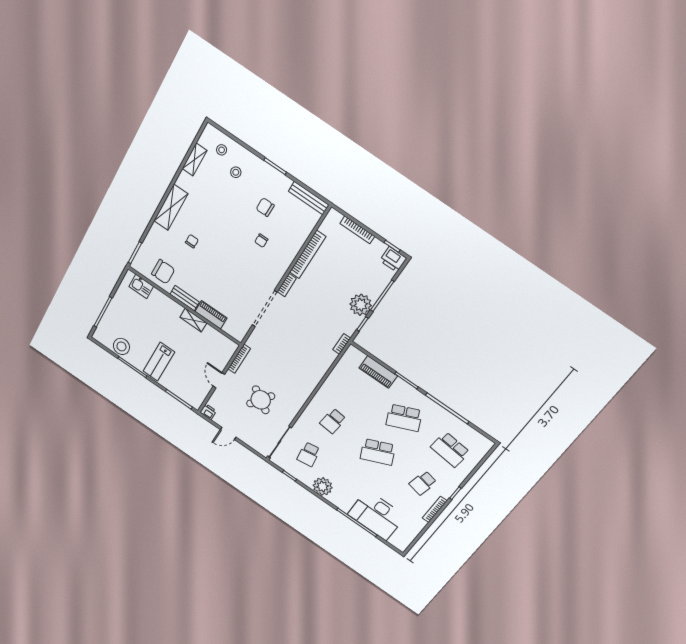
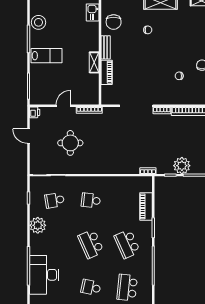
lab bench: (159, 362) -> (47, 56), turned 180
round table: (261, 400) -> (70, 143), turned -34

